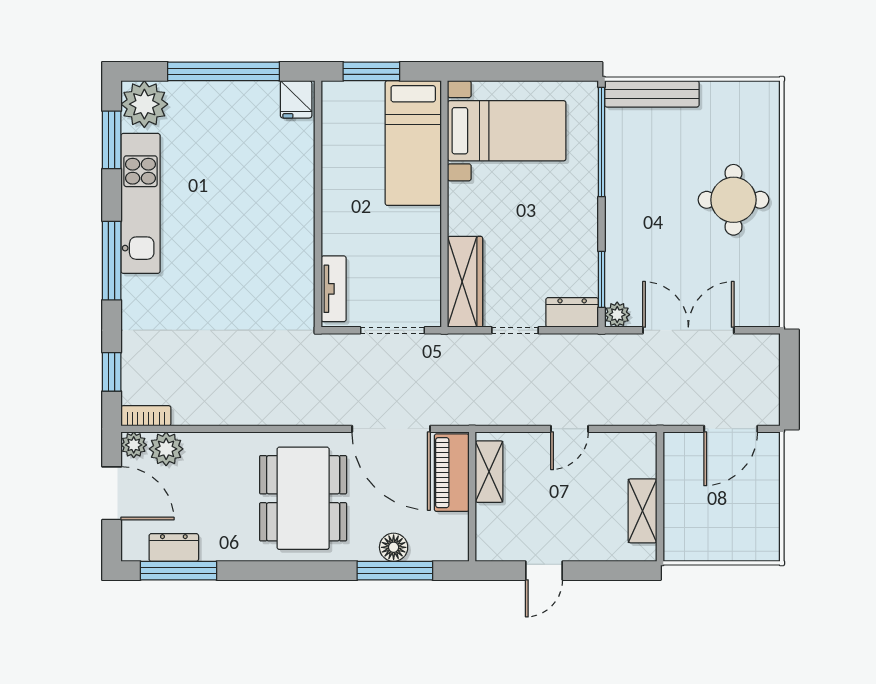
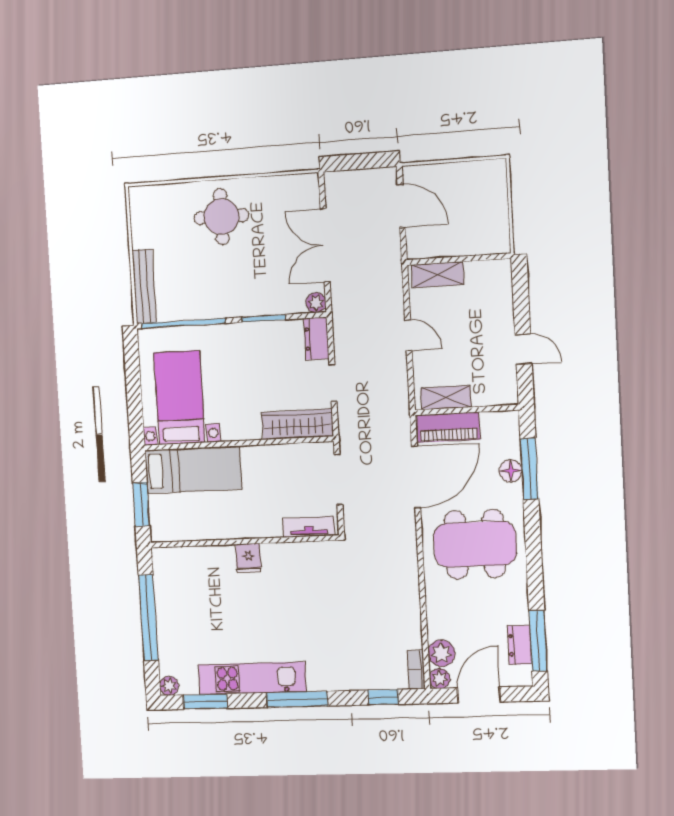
fridge: (296, 99) -> (248, 558), moved, turned 90
plant: (144, 104) -> (169, 686), width x0.53, depth x0.53
window: (602, 279) -> (264, 318), moved
shelving: (643, 511) -> (438, 275), moved

